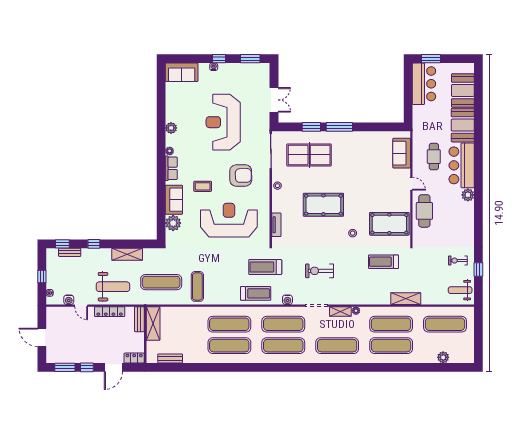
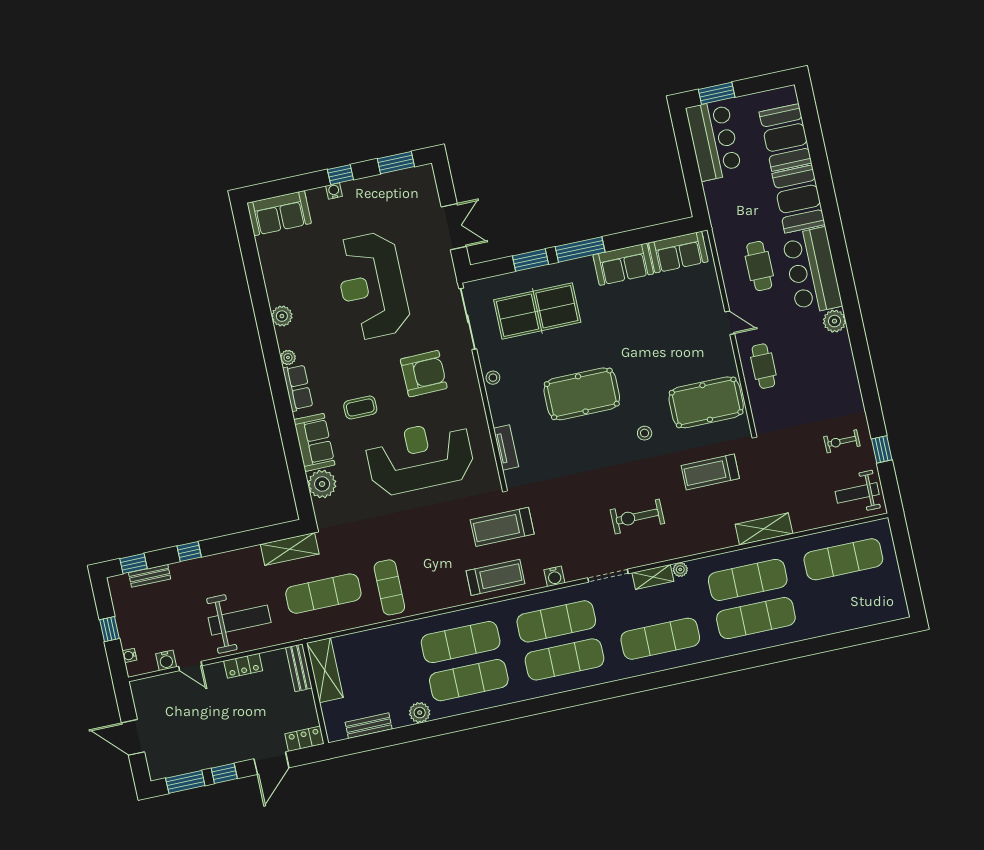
sofa: (361, 140) -> (623, 264), added
sofa: (402, 153) -> (678, 252), moved, turned -90
cafe table: (424, 211) -> (763, 366), width x0.73, depth x0.74
shelving: (127, 254) -> (290, 549), moved
exercise bike: (320, 271) -> (637, 517), moved
locker: (110, 312) -> (243, 666), width x0.66
plant: (443, 357) -> (420, 713), moved

